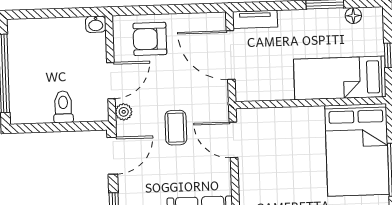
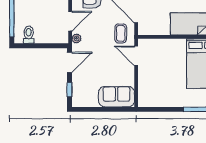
toilet: (63, 107) -> (29, 35), moved
coffee table: (176, 128) -> (121, 33), moved

